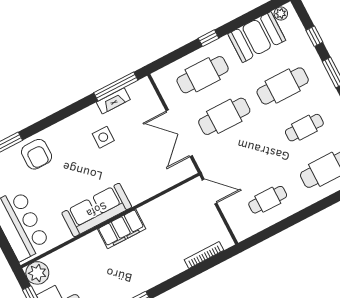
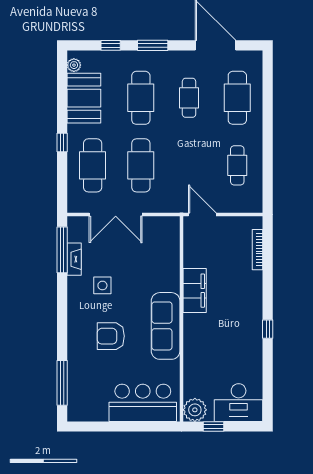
double door: (179, 133) -> (116, 214), moved
armchair: (37, 154) -> (111, 336), moved, turned 180
door: (210, 191) -> (202, 214), hinge flipped
filing cabinet: (122, 229) -> (195, 291), moved

